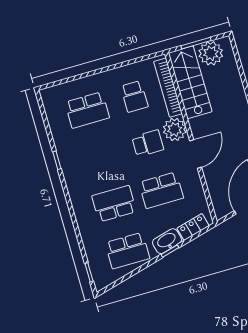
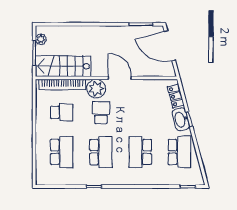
plant: (211, 53) -> (41, 39), width x0.53, depth x0.53
school desk: (161, 190) -> (101, 152), moved

